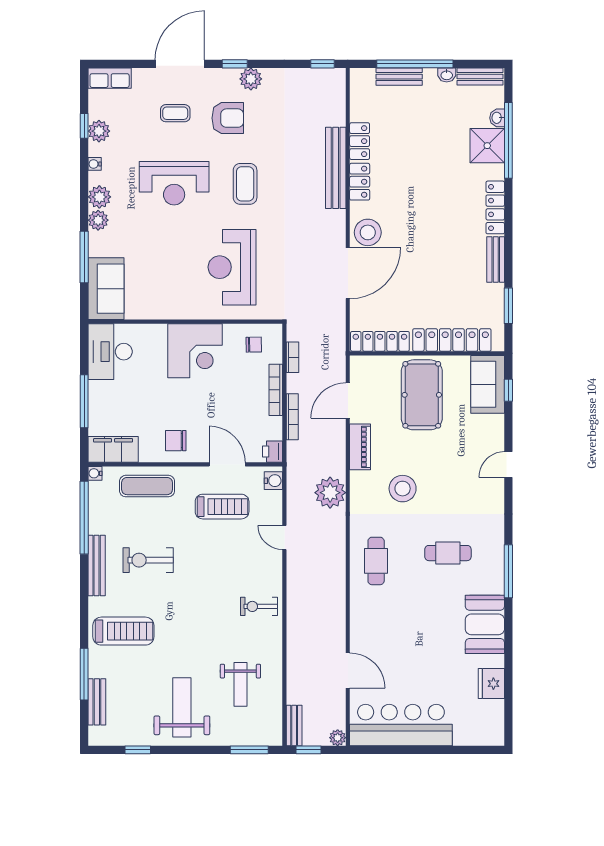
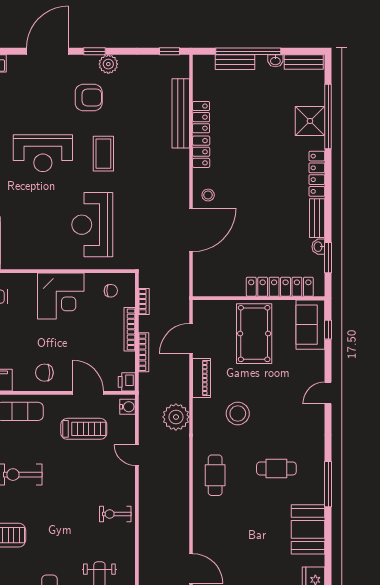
coffee table: (175, 113) -> (44, 93), removed
washbasin: (497, 118) -> (318, 247), moved
bench: (336, 168) -> (181, 113), moved
stool: (368, 232) -> (208, 195), width x0.53, depth x0.53
locker: (380, 341) -> (218, 288), removed

